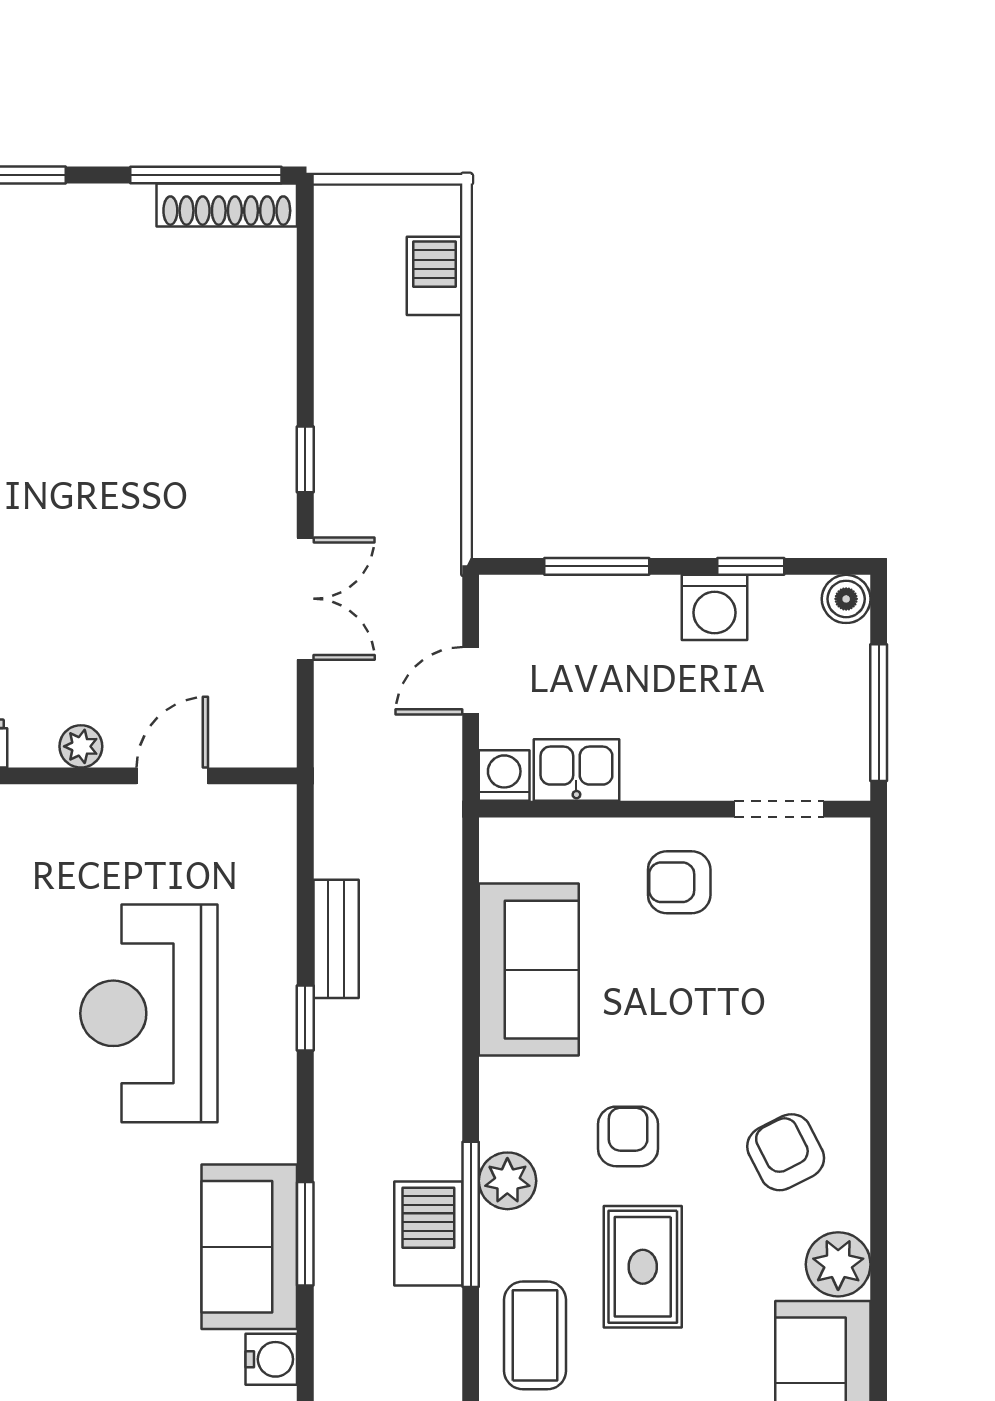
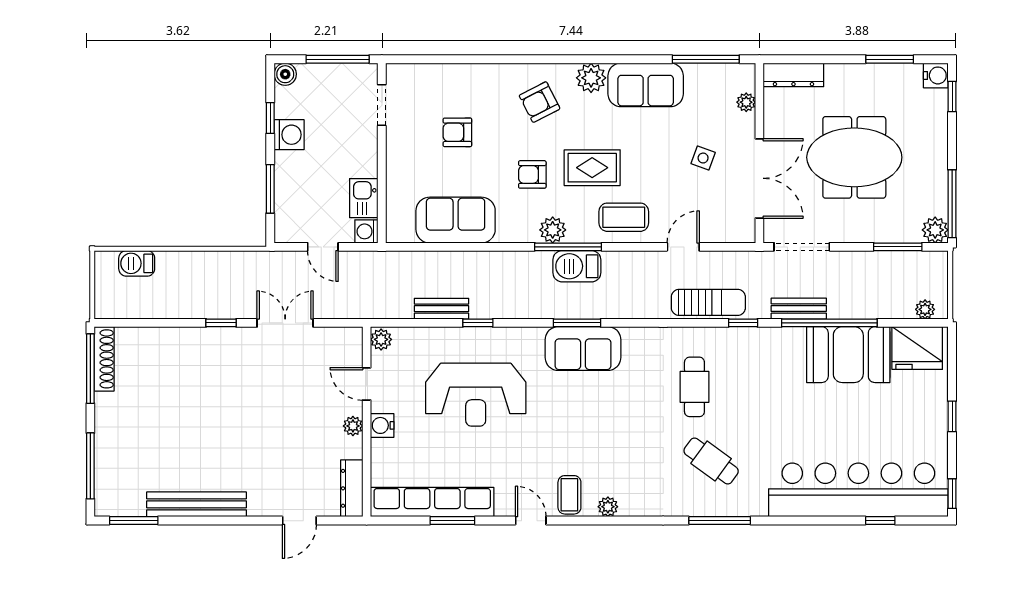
plant: (269, 807) -> (381, 339), added
armchair: (679, 882) -> (457, 132), moved, turned 90
water cooler: (271, 1359) -> (382, 425), moved, turned -90

